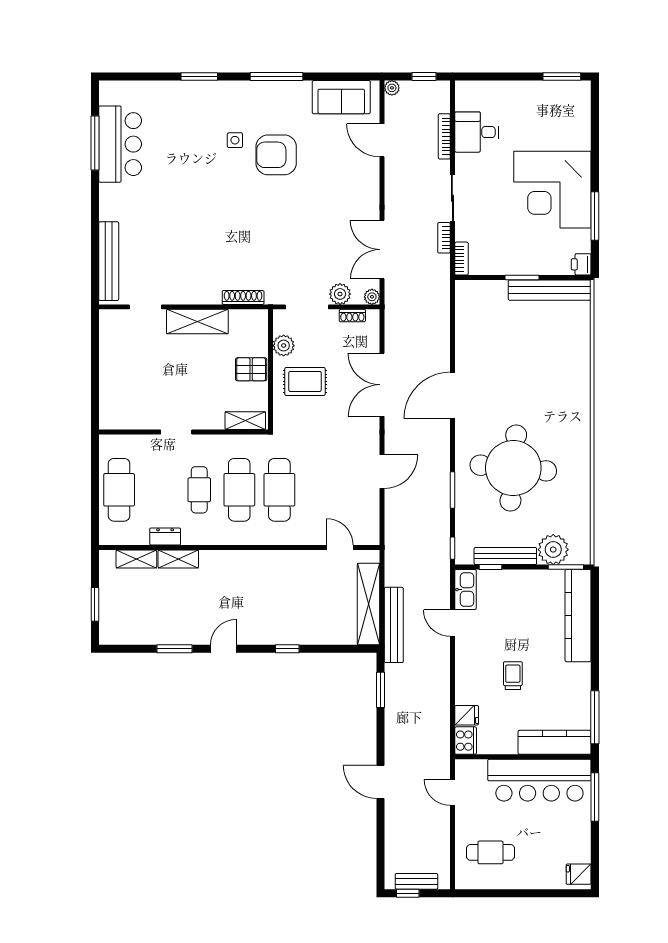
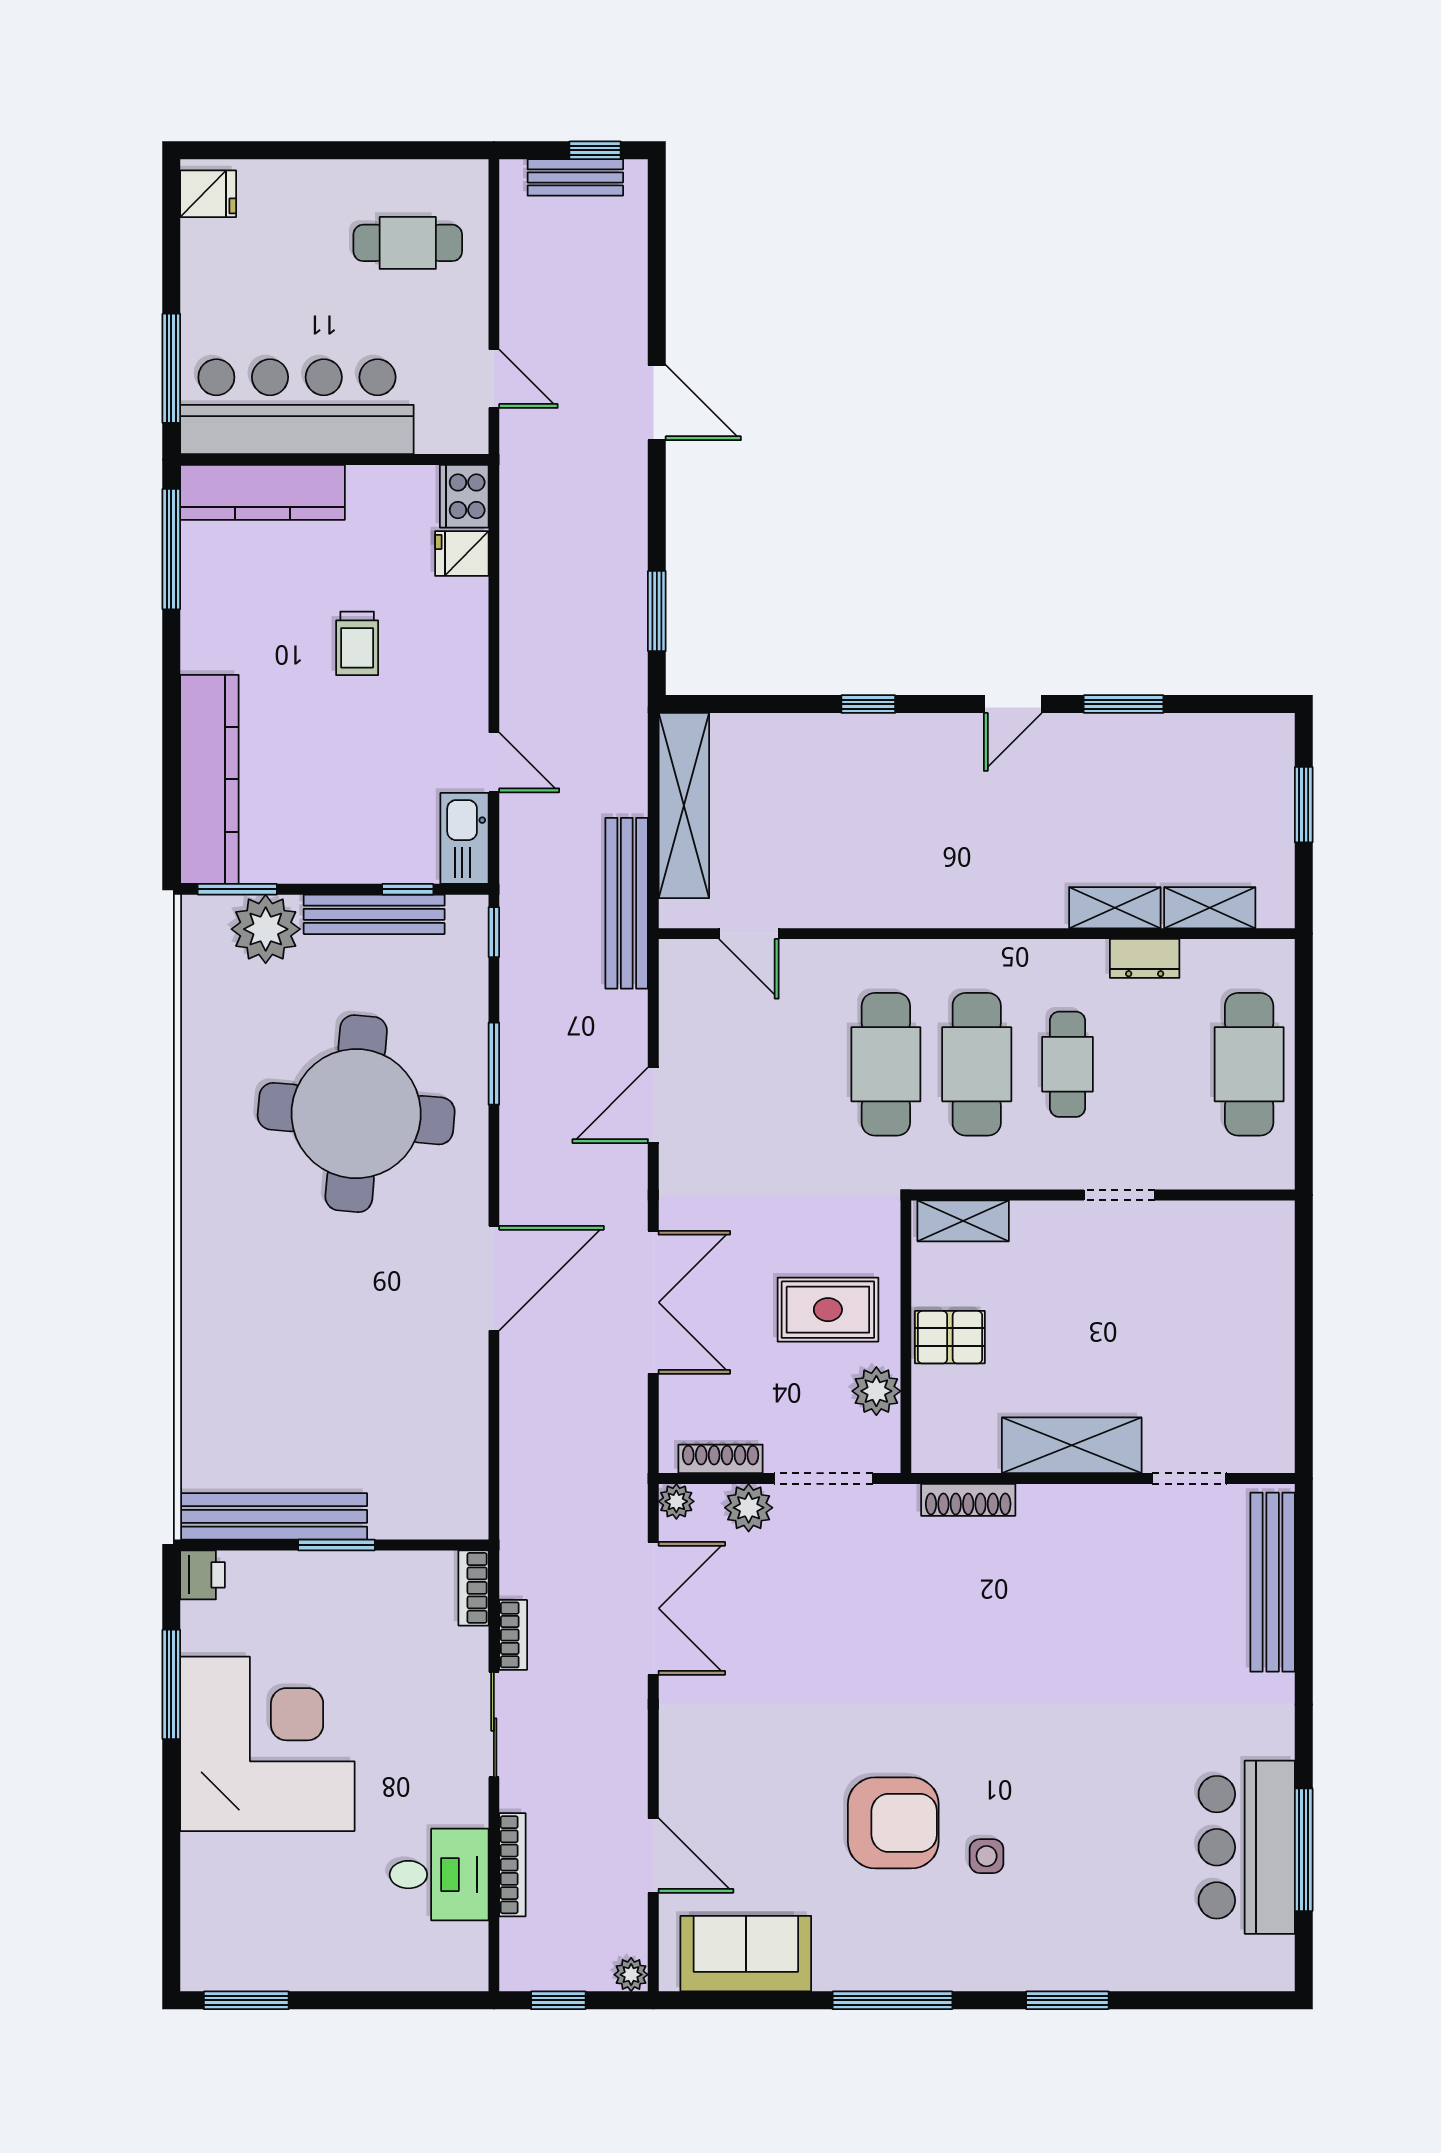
shoe rack: (352, 316) -> (721, 1459), width x1.43
bench: (394, 625) -> (627, 903), moved

